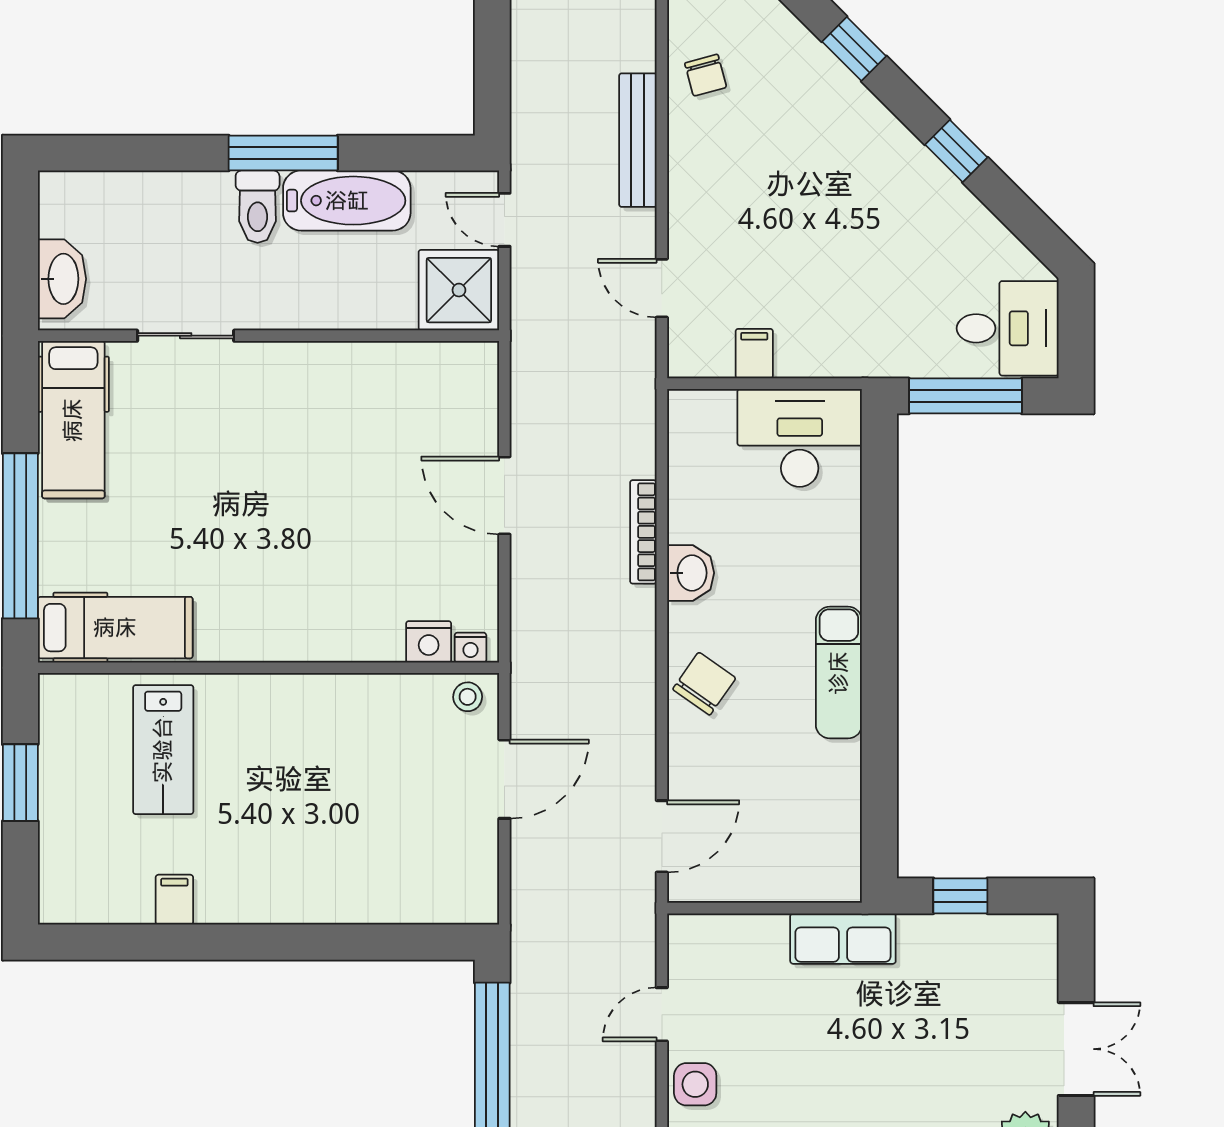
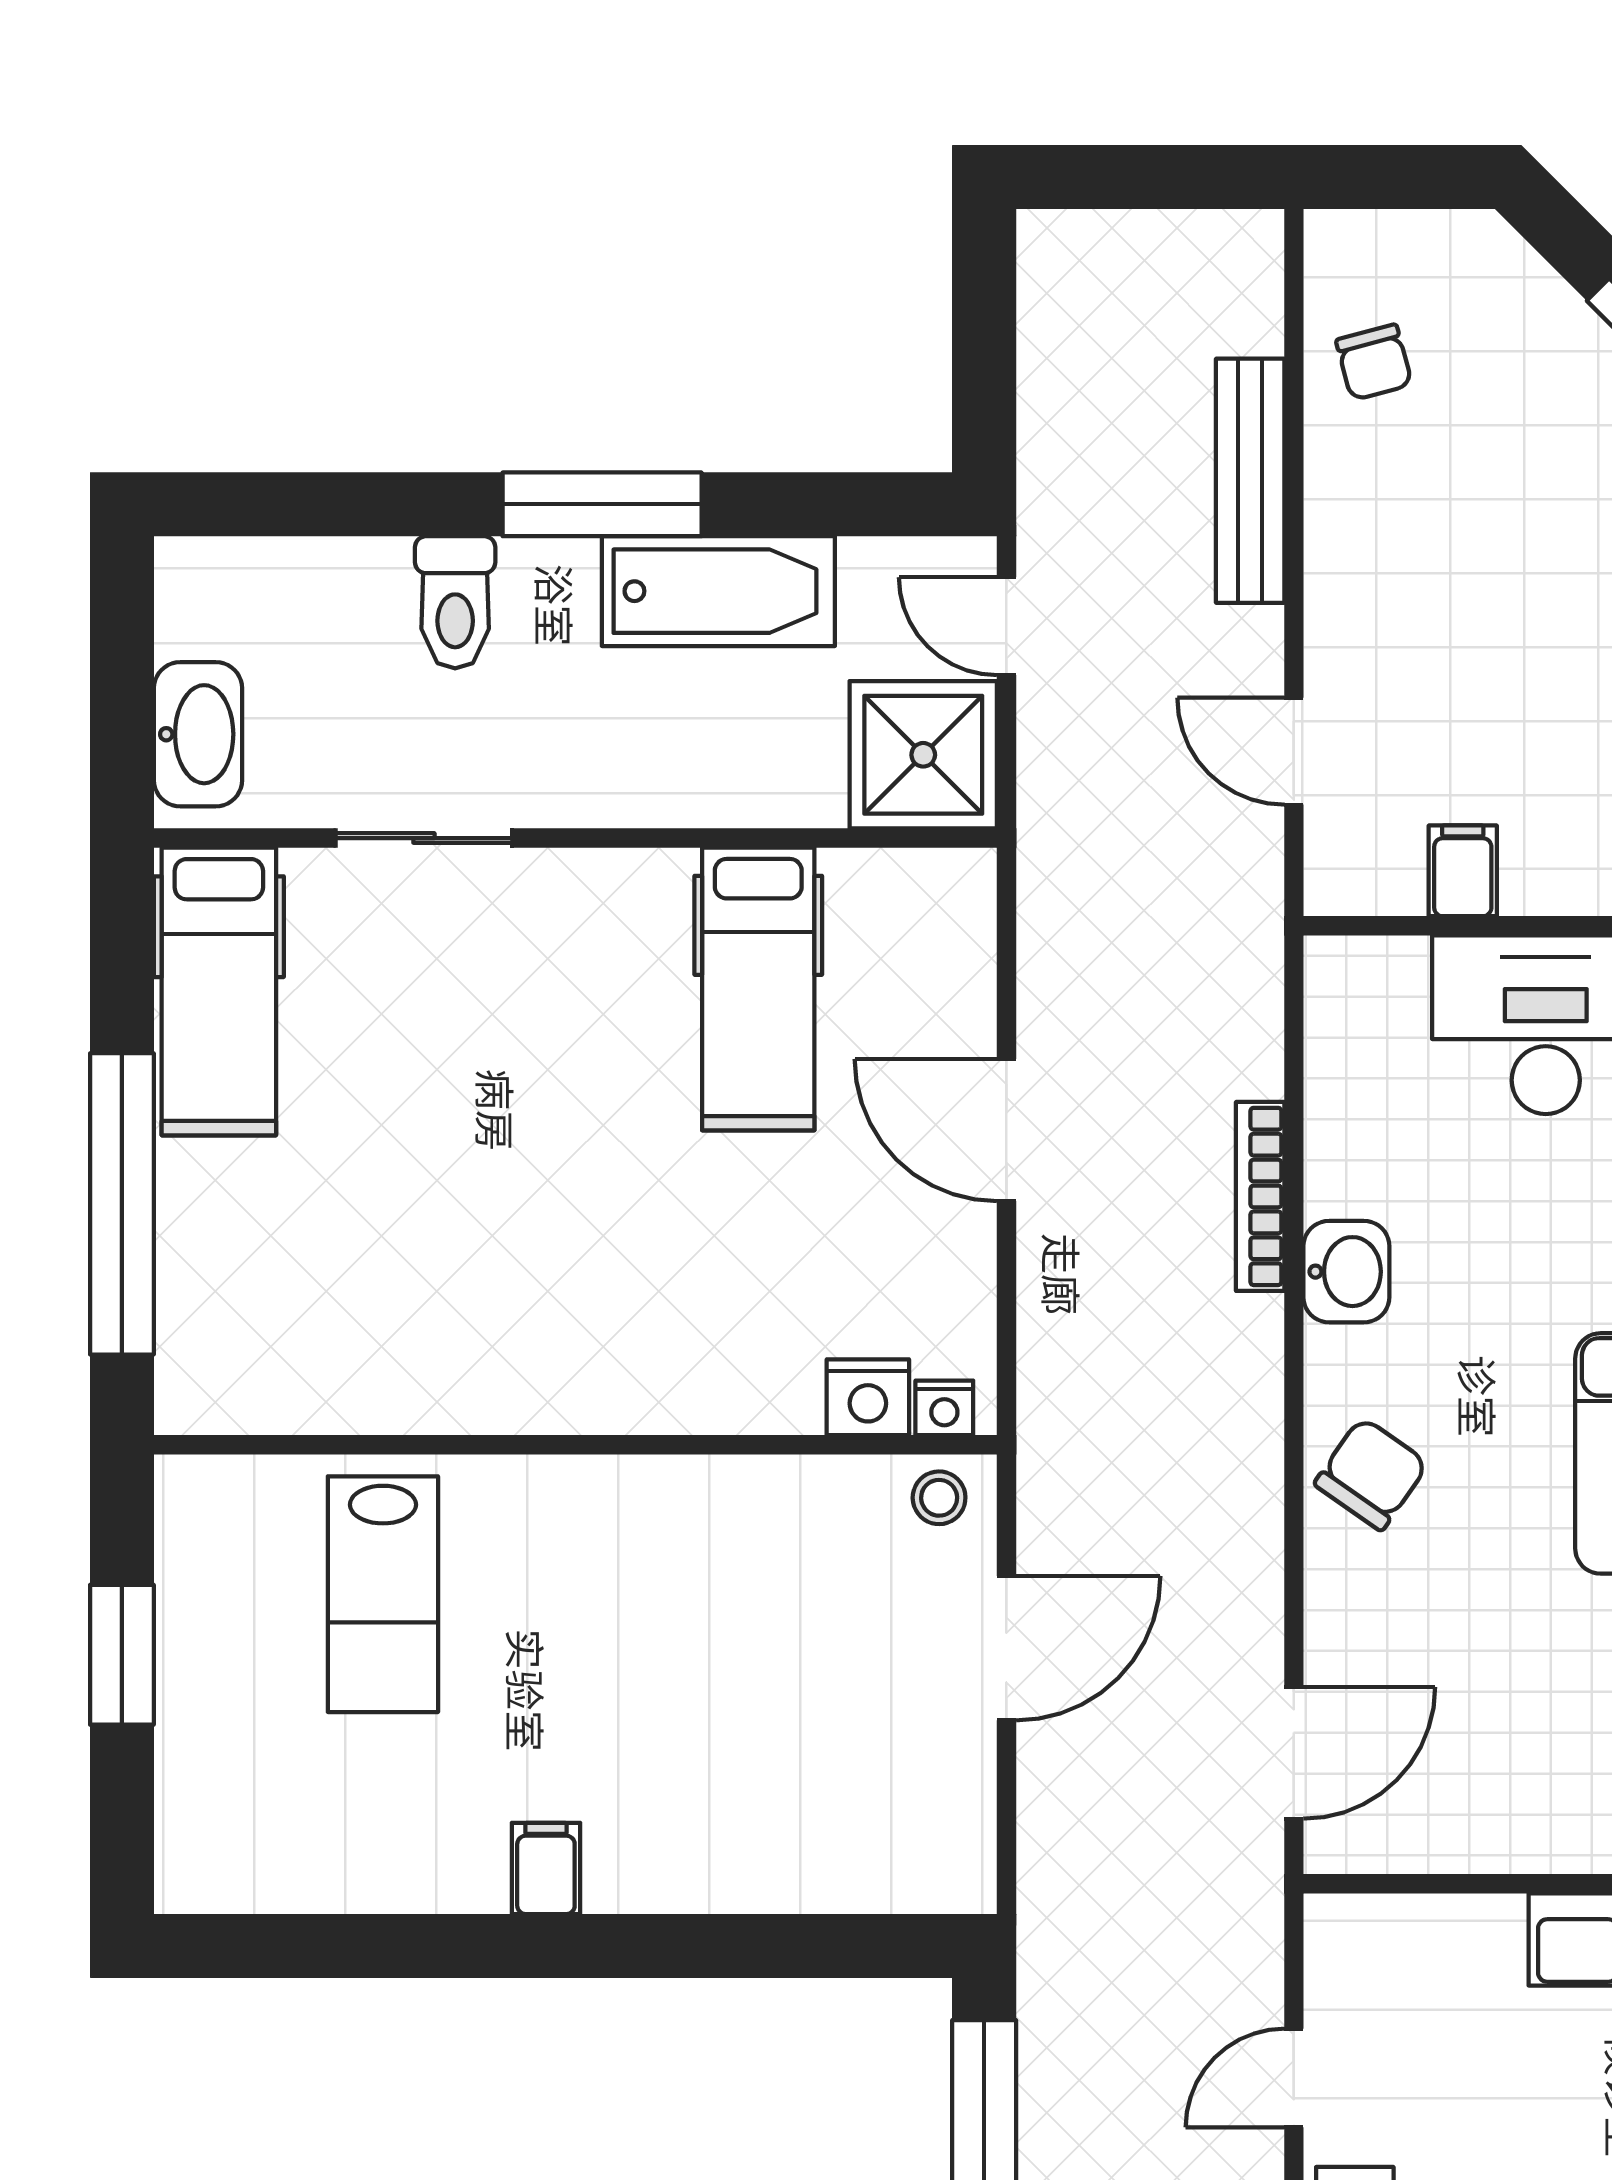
toilet: (258, 207) -> (455, 602), moved
hospital bed: (115, 628) -> (758, 989), moved, turned 90
filing cabinet: (174, 900) -> (546, 1868), moved

